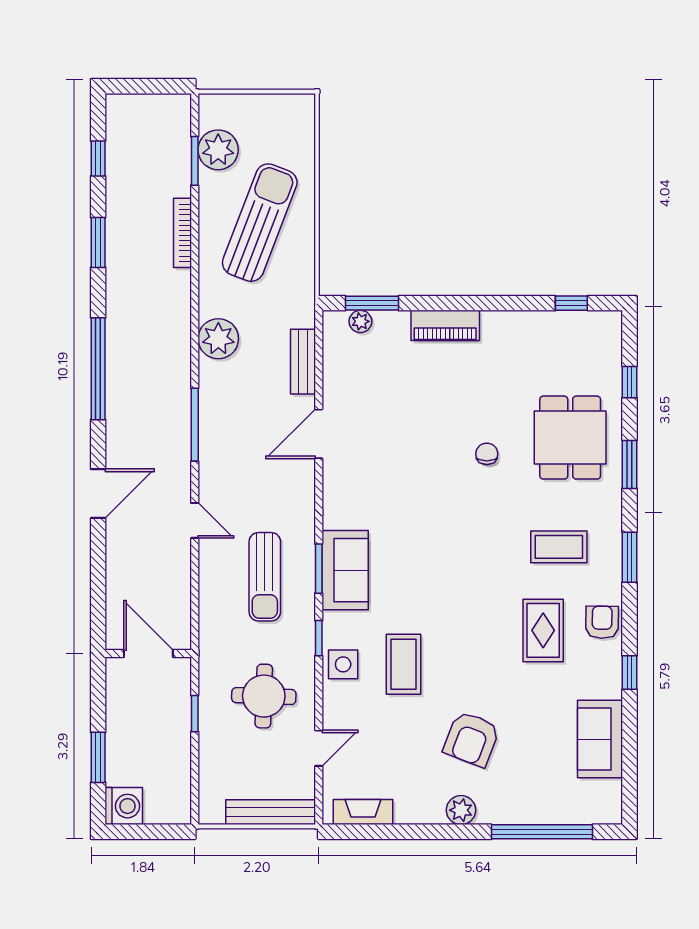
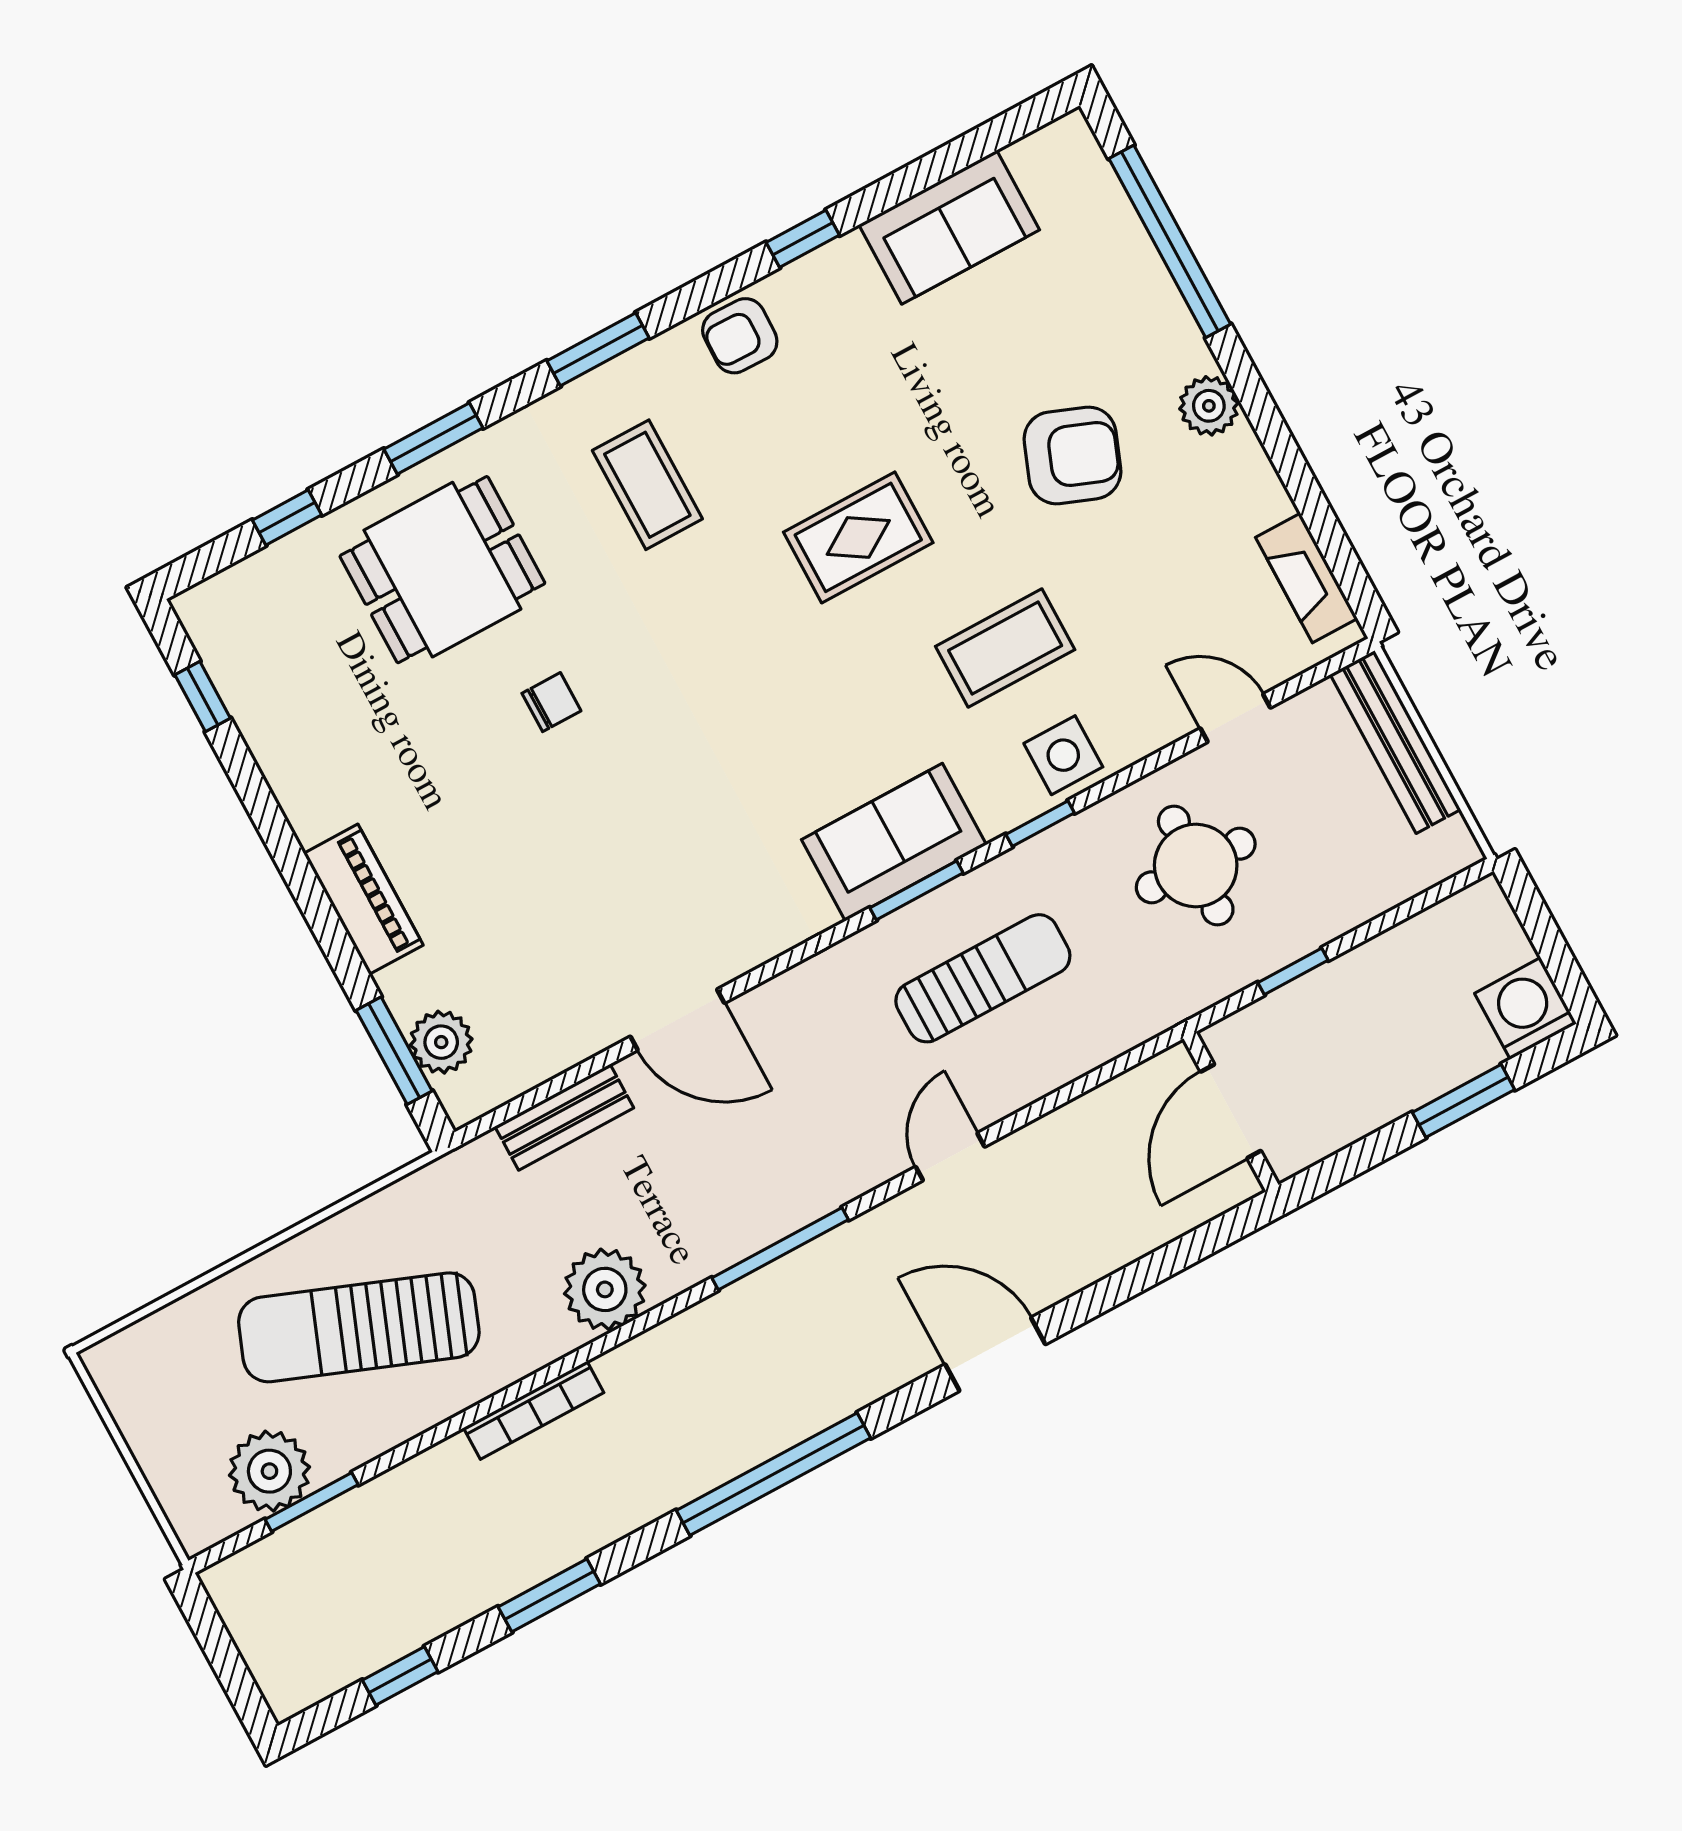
bookcase: (182, 233) -> (534, 1410), moved
plant: (360, 321) -> (441, 1042), width x1.38, depth x1.38
chair: (487, 454) -> (551, 702), turned 180
rug: (543, 630) -> (858, 537), moved

